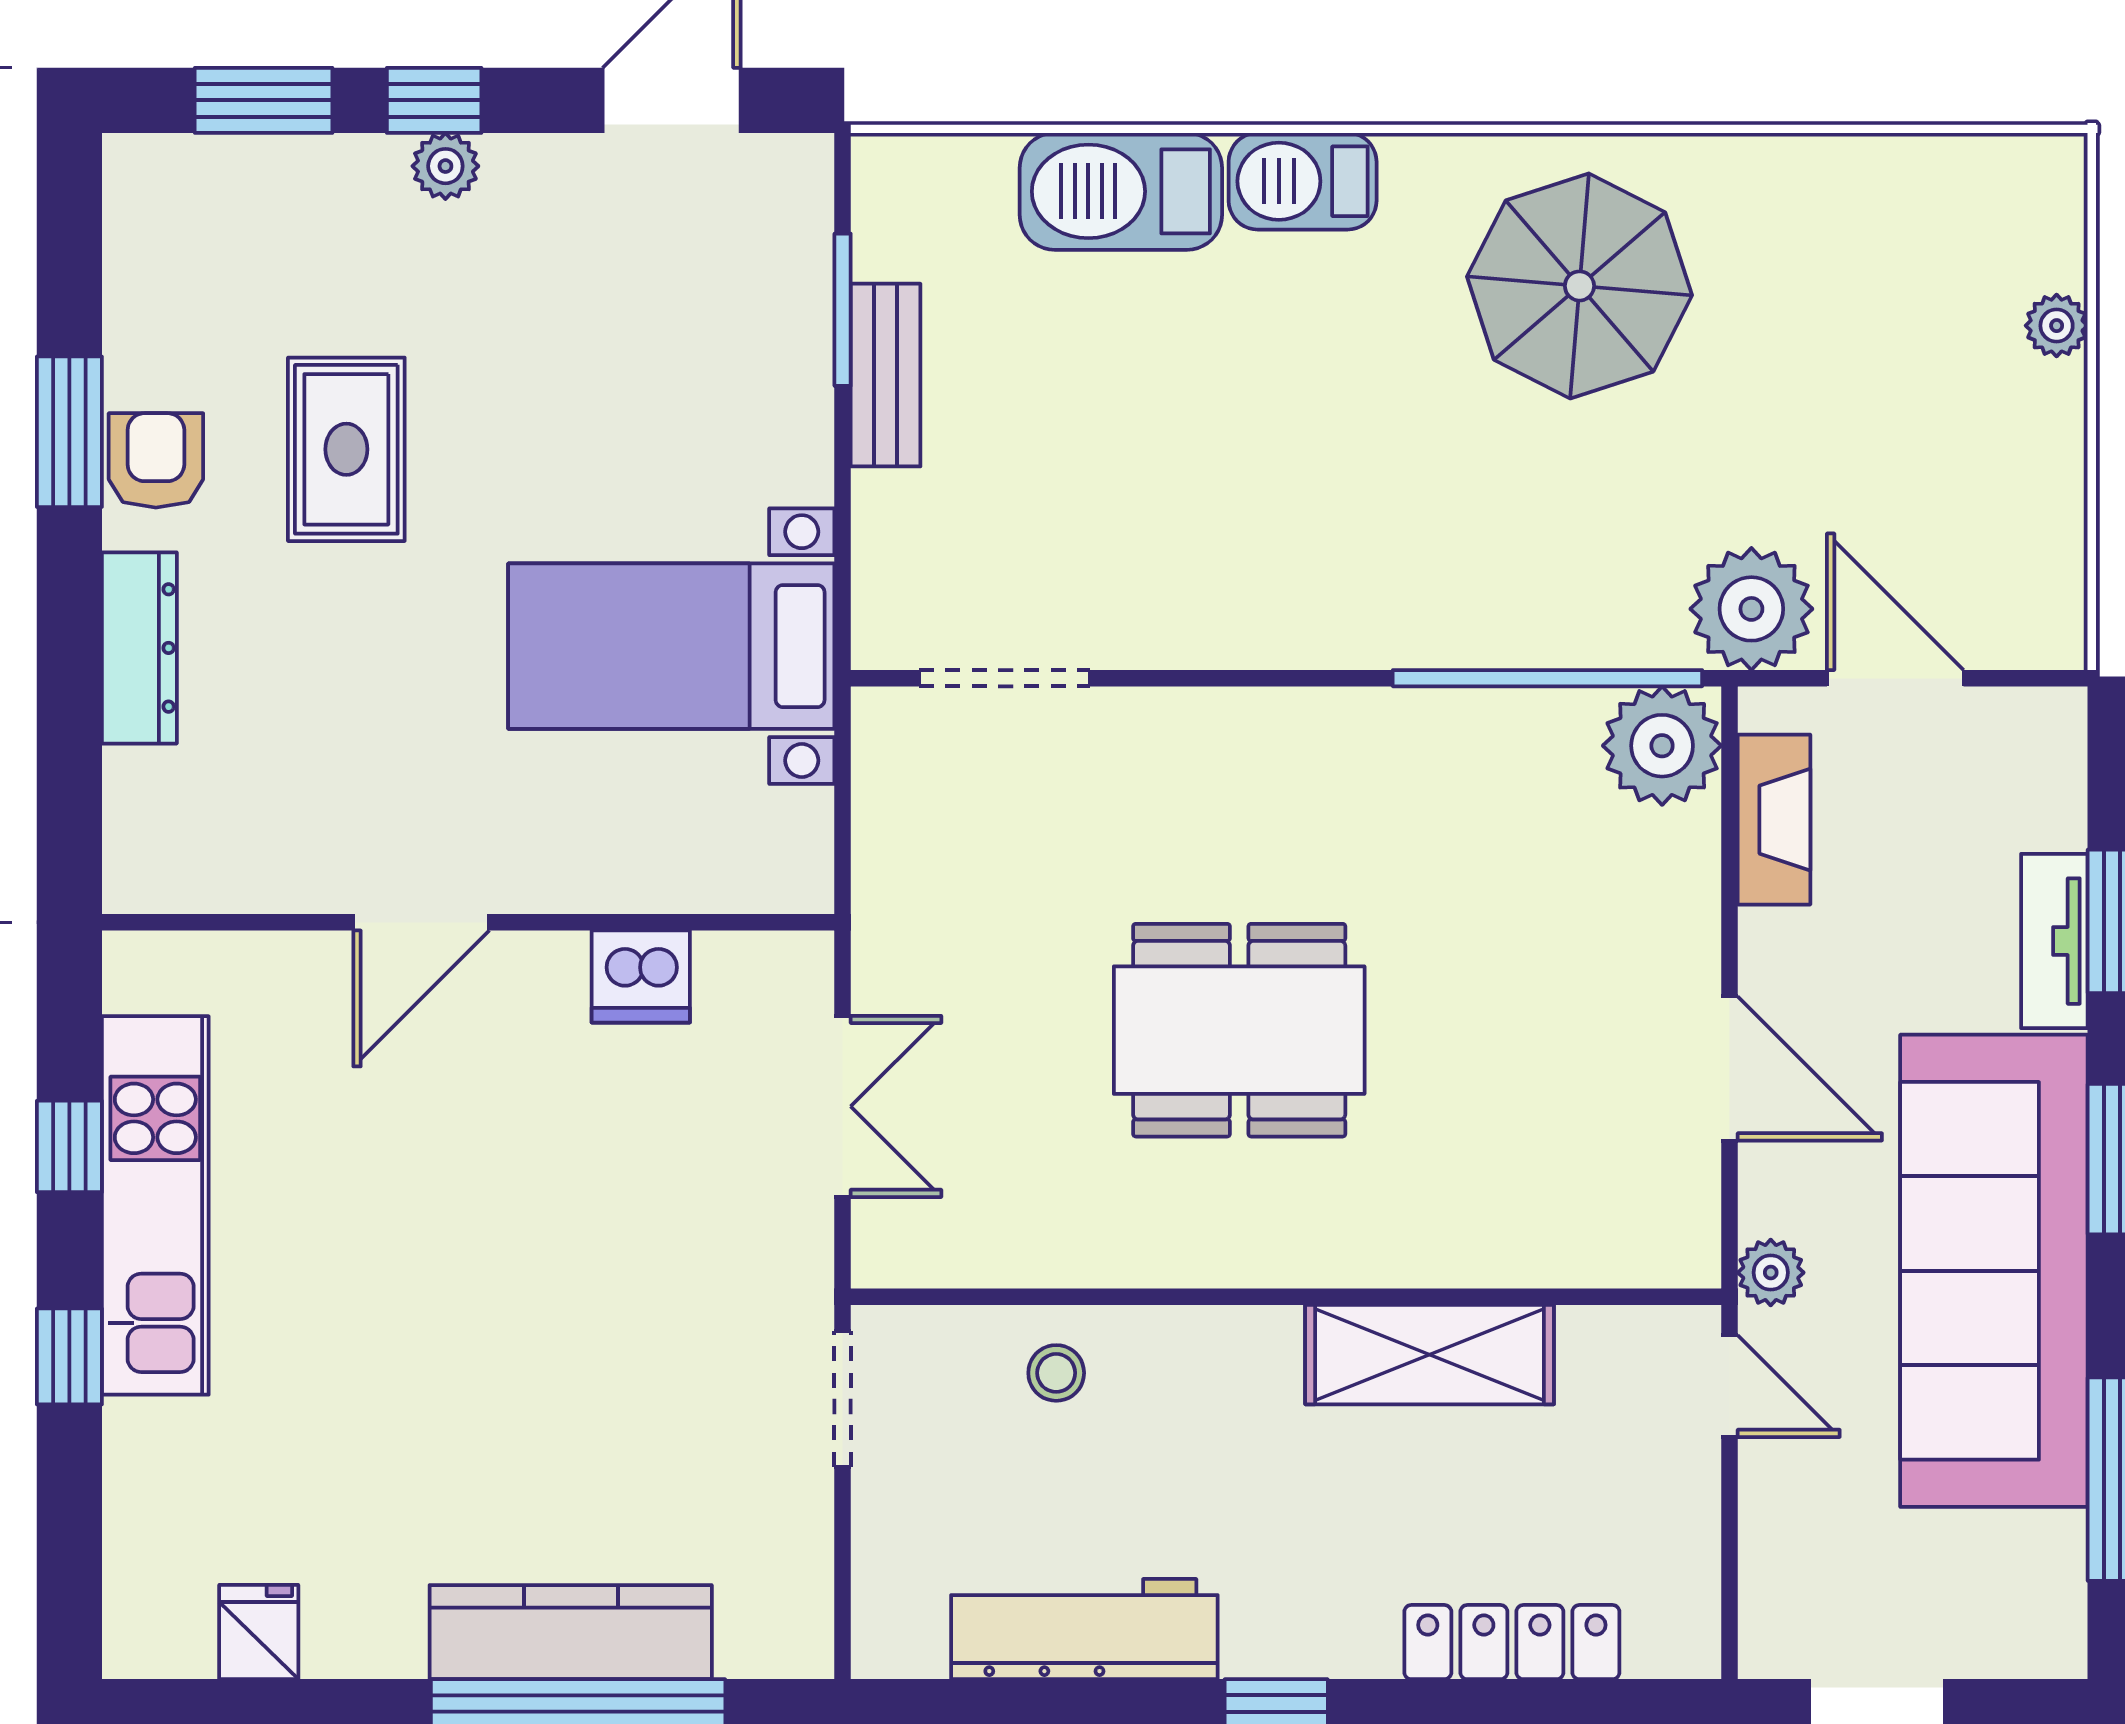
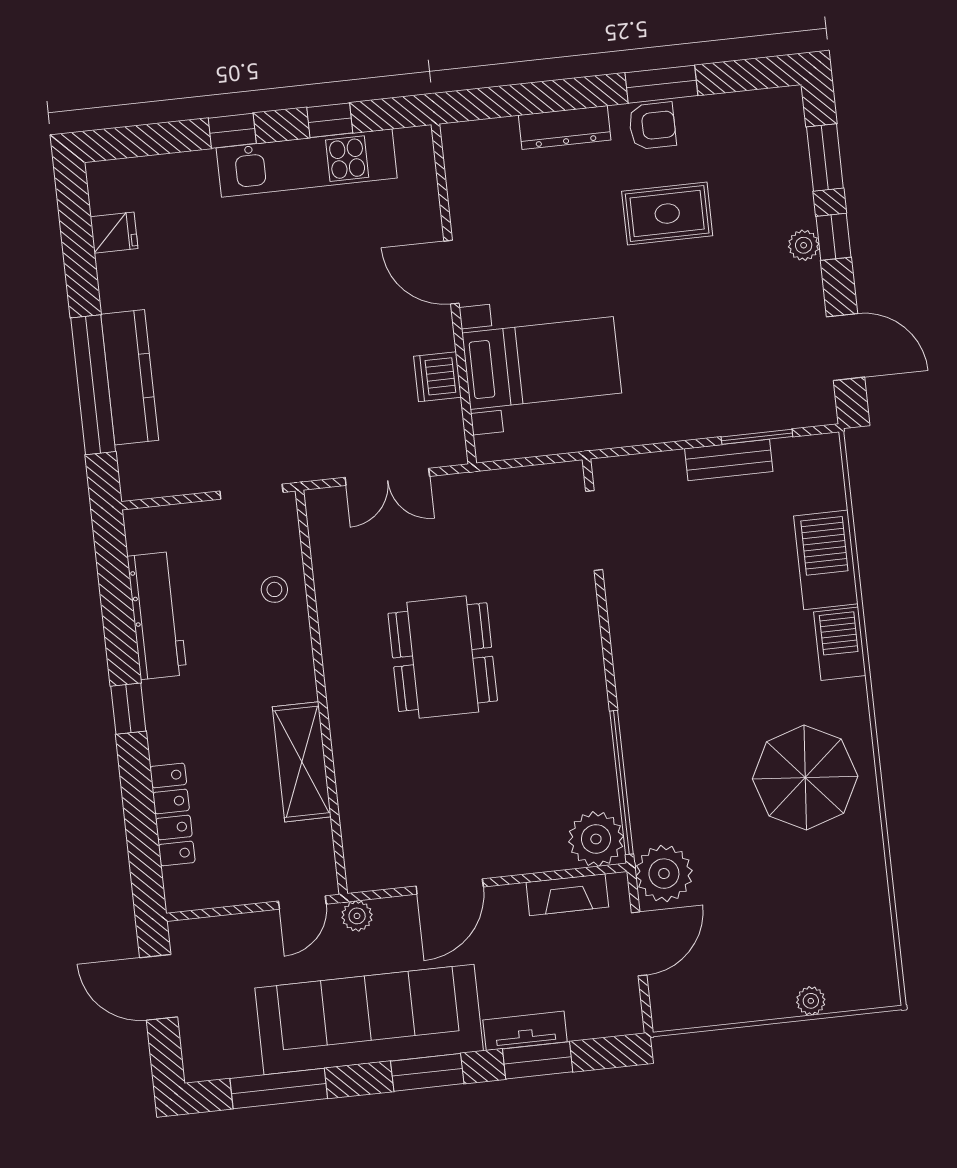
bed with nightstands: (671, 646) -> (542, 363), moved, turned 90

